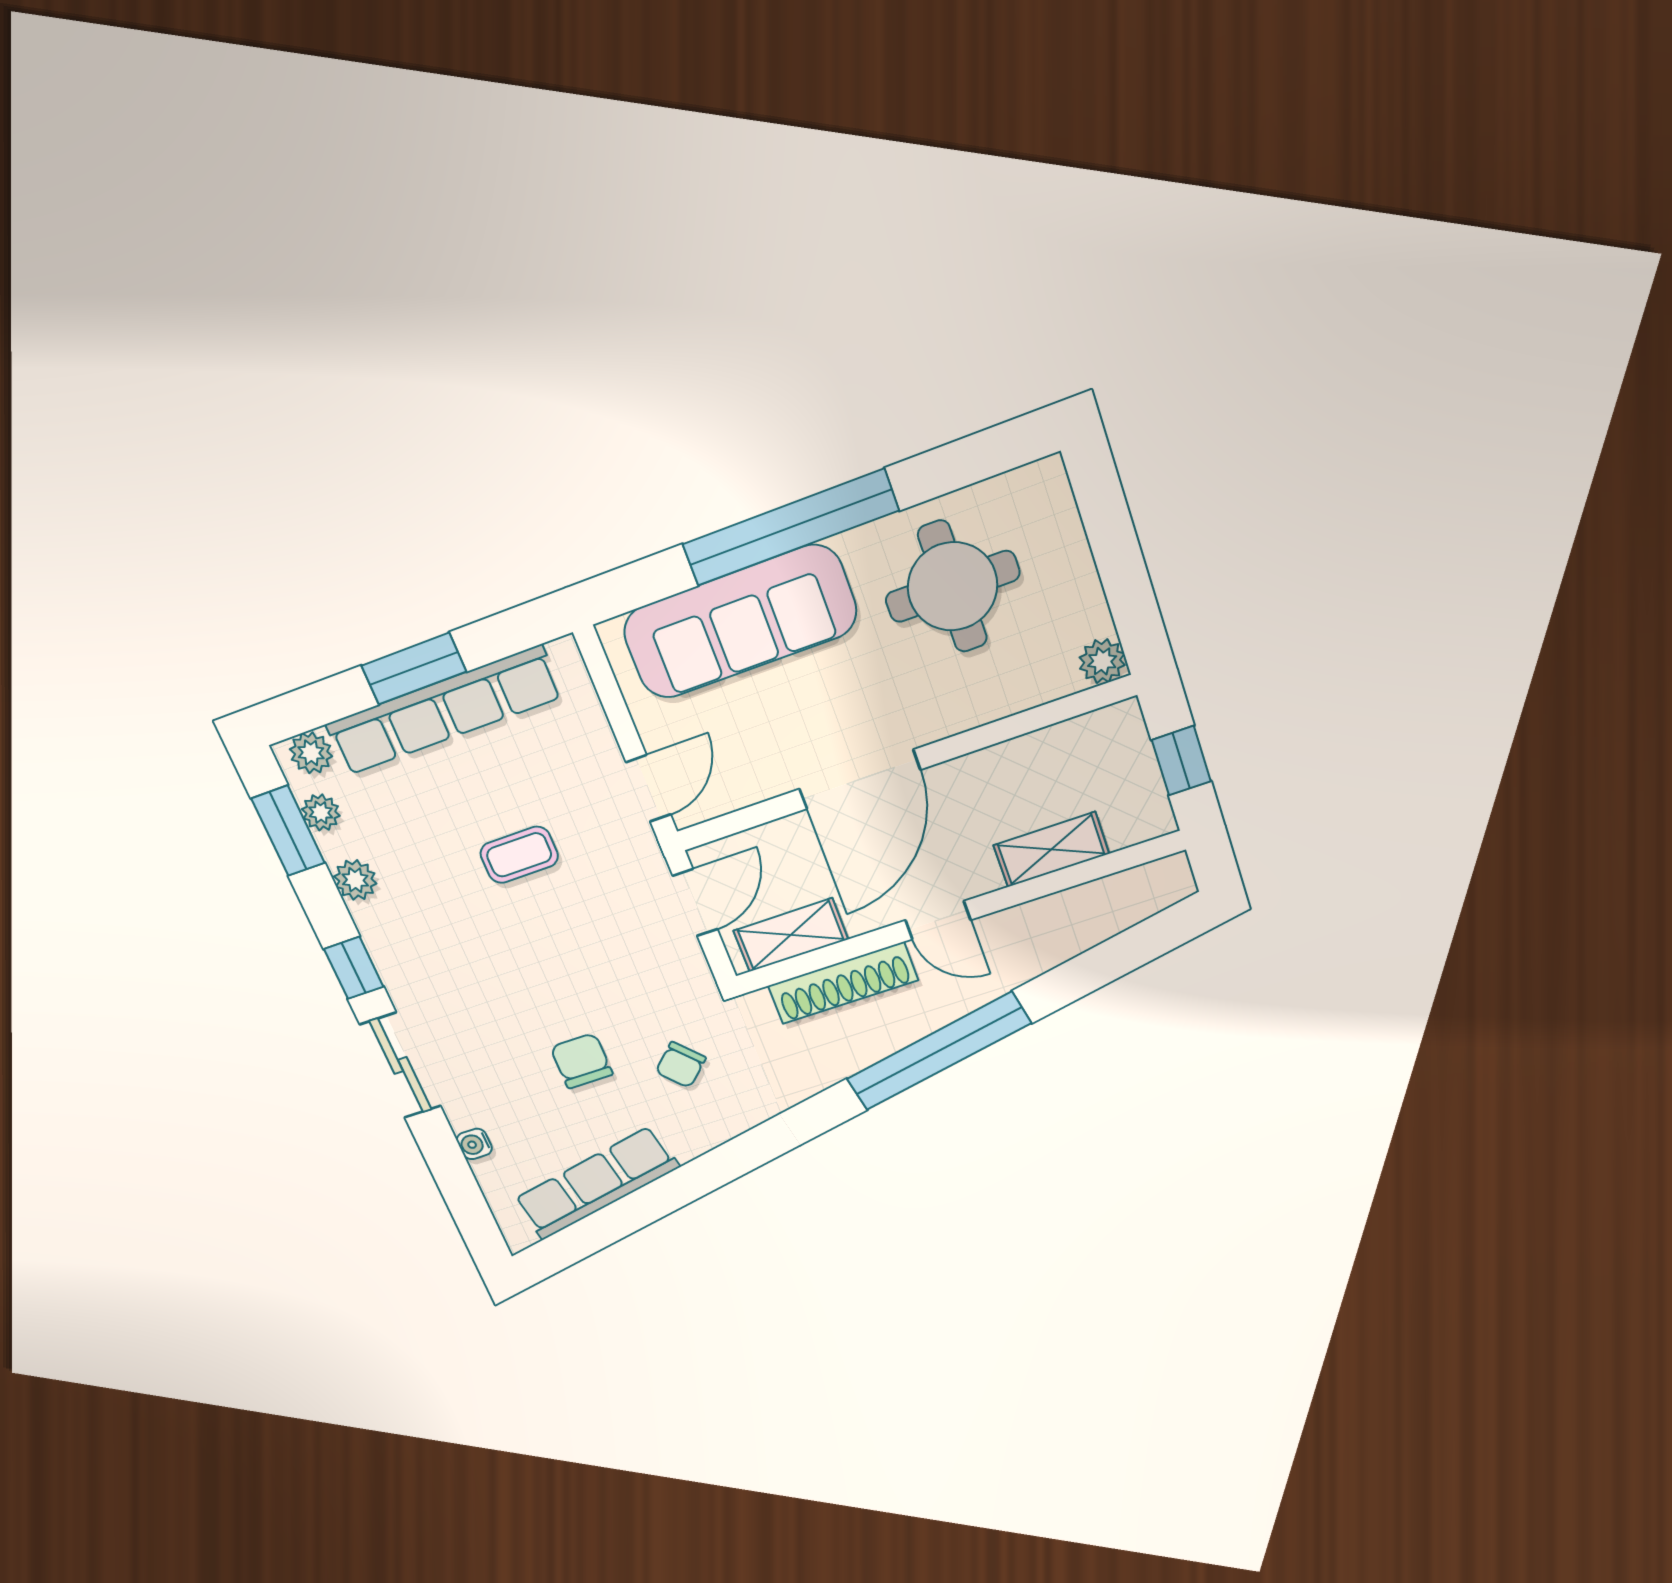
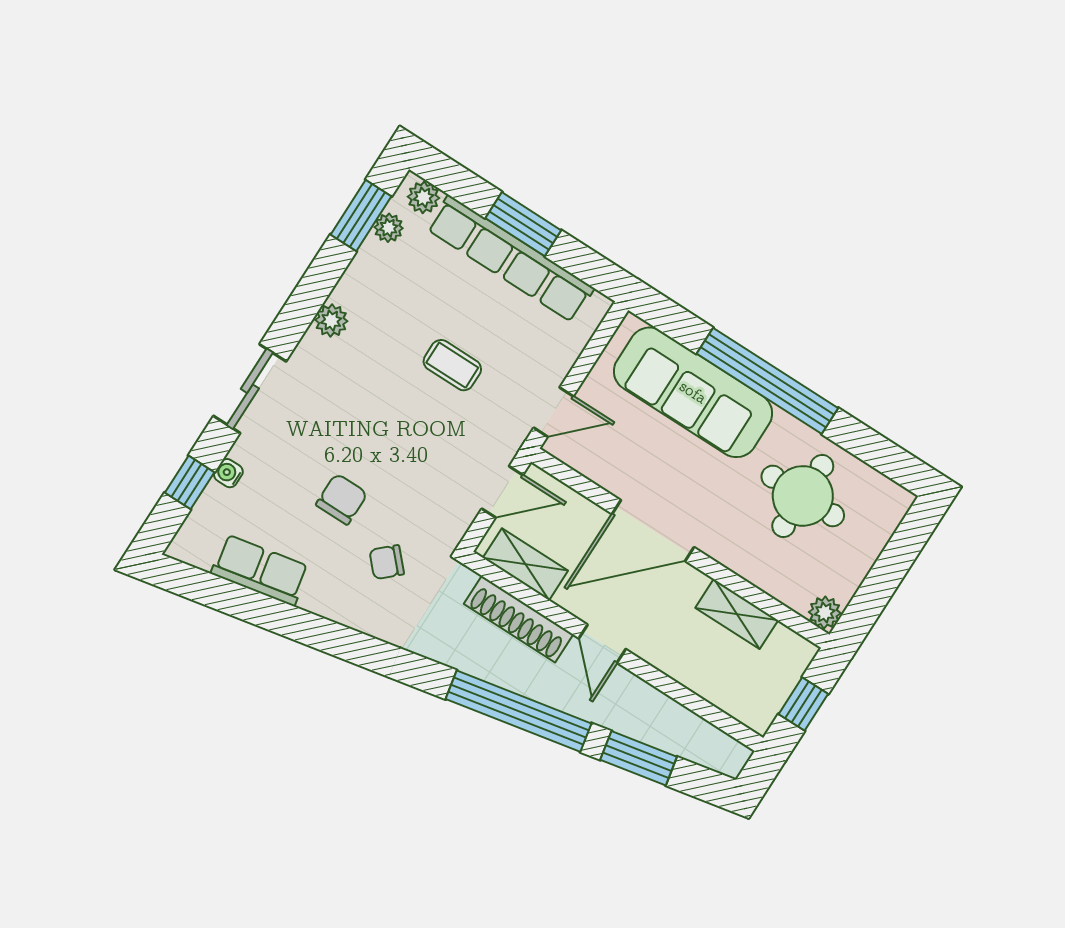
shelving: (1051, 850) -> (737, 614), moved
plant: (355, 880) -> (331, 321), moved
window: (354, 968) -> (190, 482), moved
window: (1089, 972) -> (639, 758), added
row of seats: (596, 1183) -> (260, 570), width x0.68

